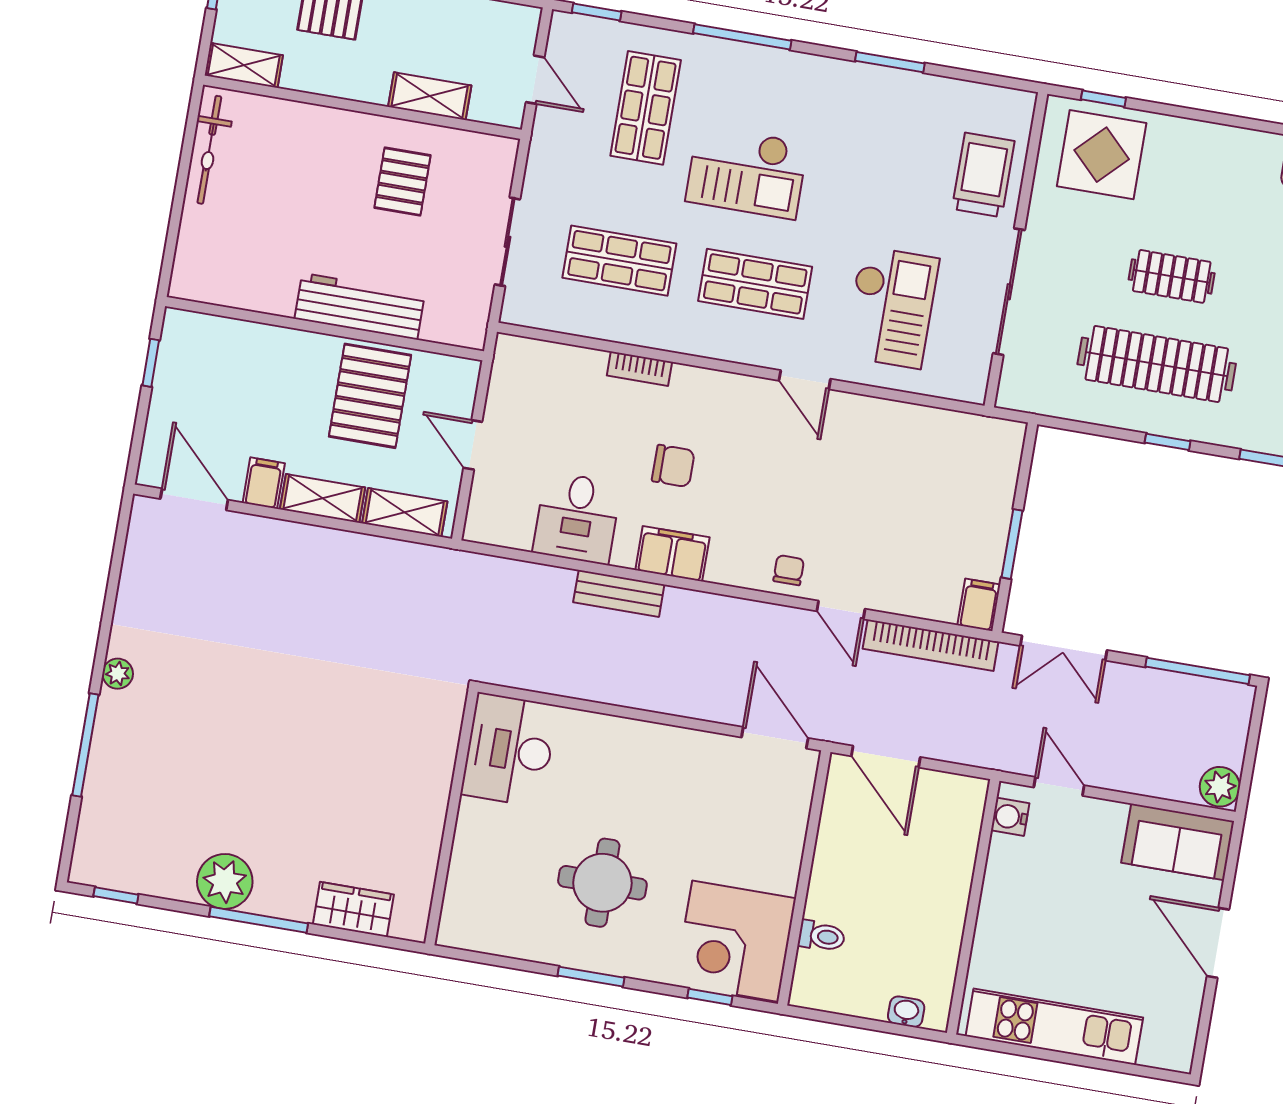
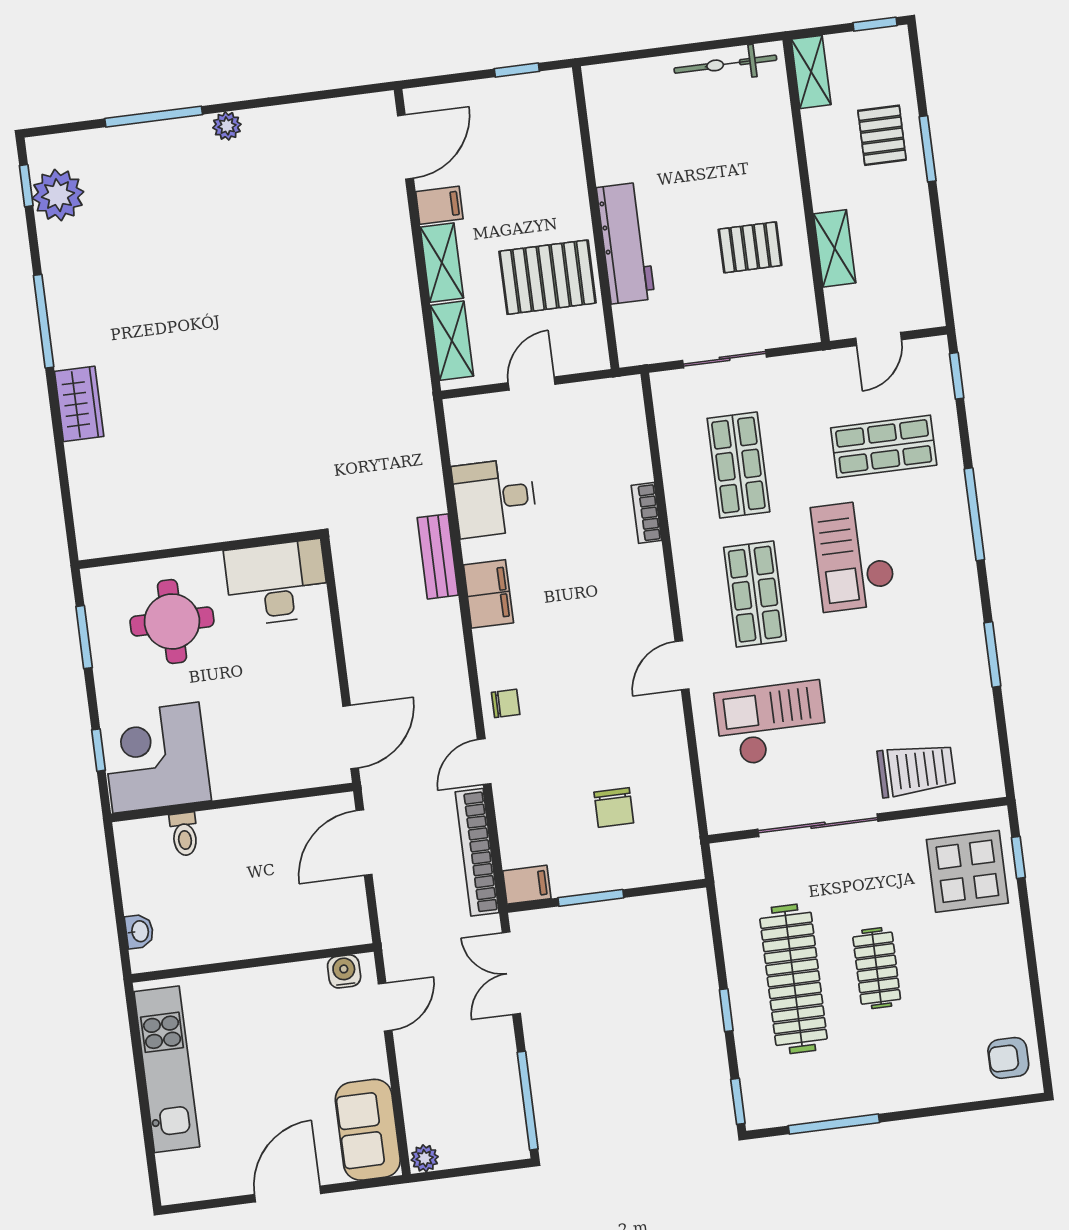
checkout: (891, 307) -> (771, 723), turned 180
chair: (673, 466) -> (614, 807), moved
desk: (509, 750) -> (277, 583), moved
plant: (1220, 787) -> (425, 1158), width x0.73, depth x0.73
wall: (452, 818) -> (200, 549), moved
plant: (225, 881) -> (58, 195), moved

